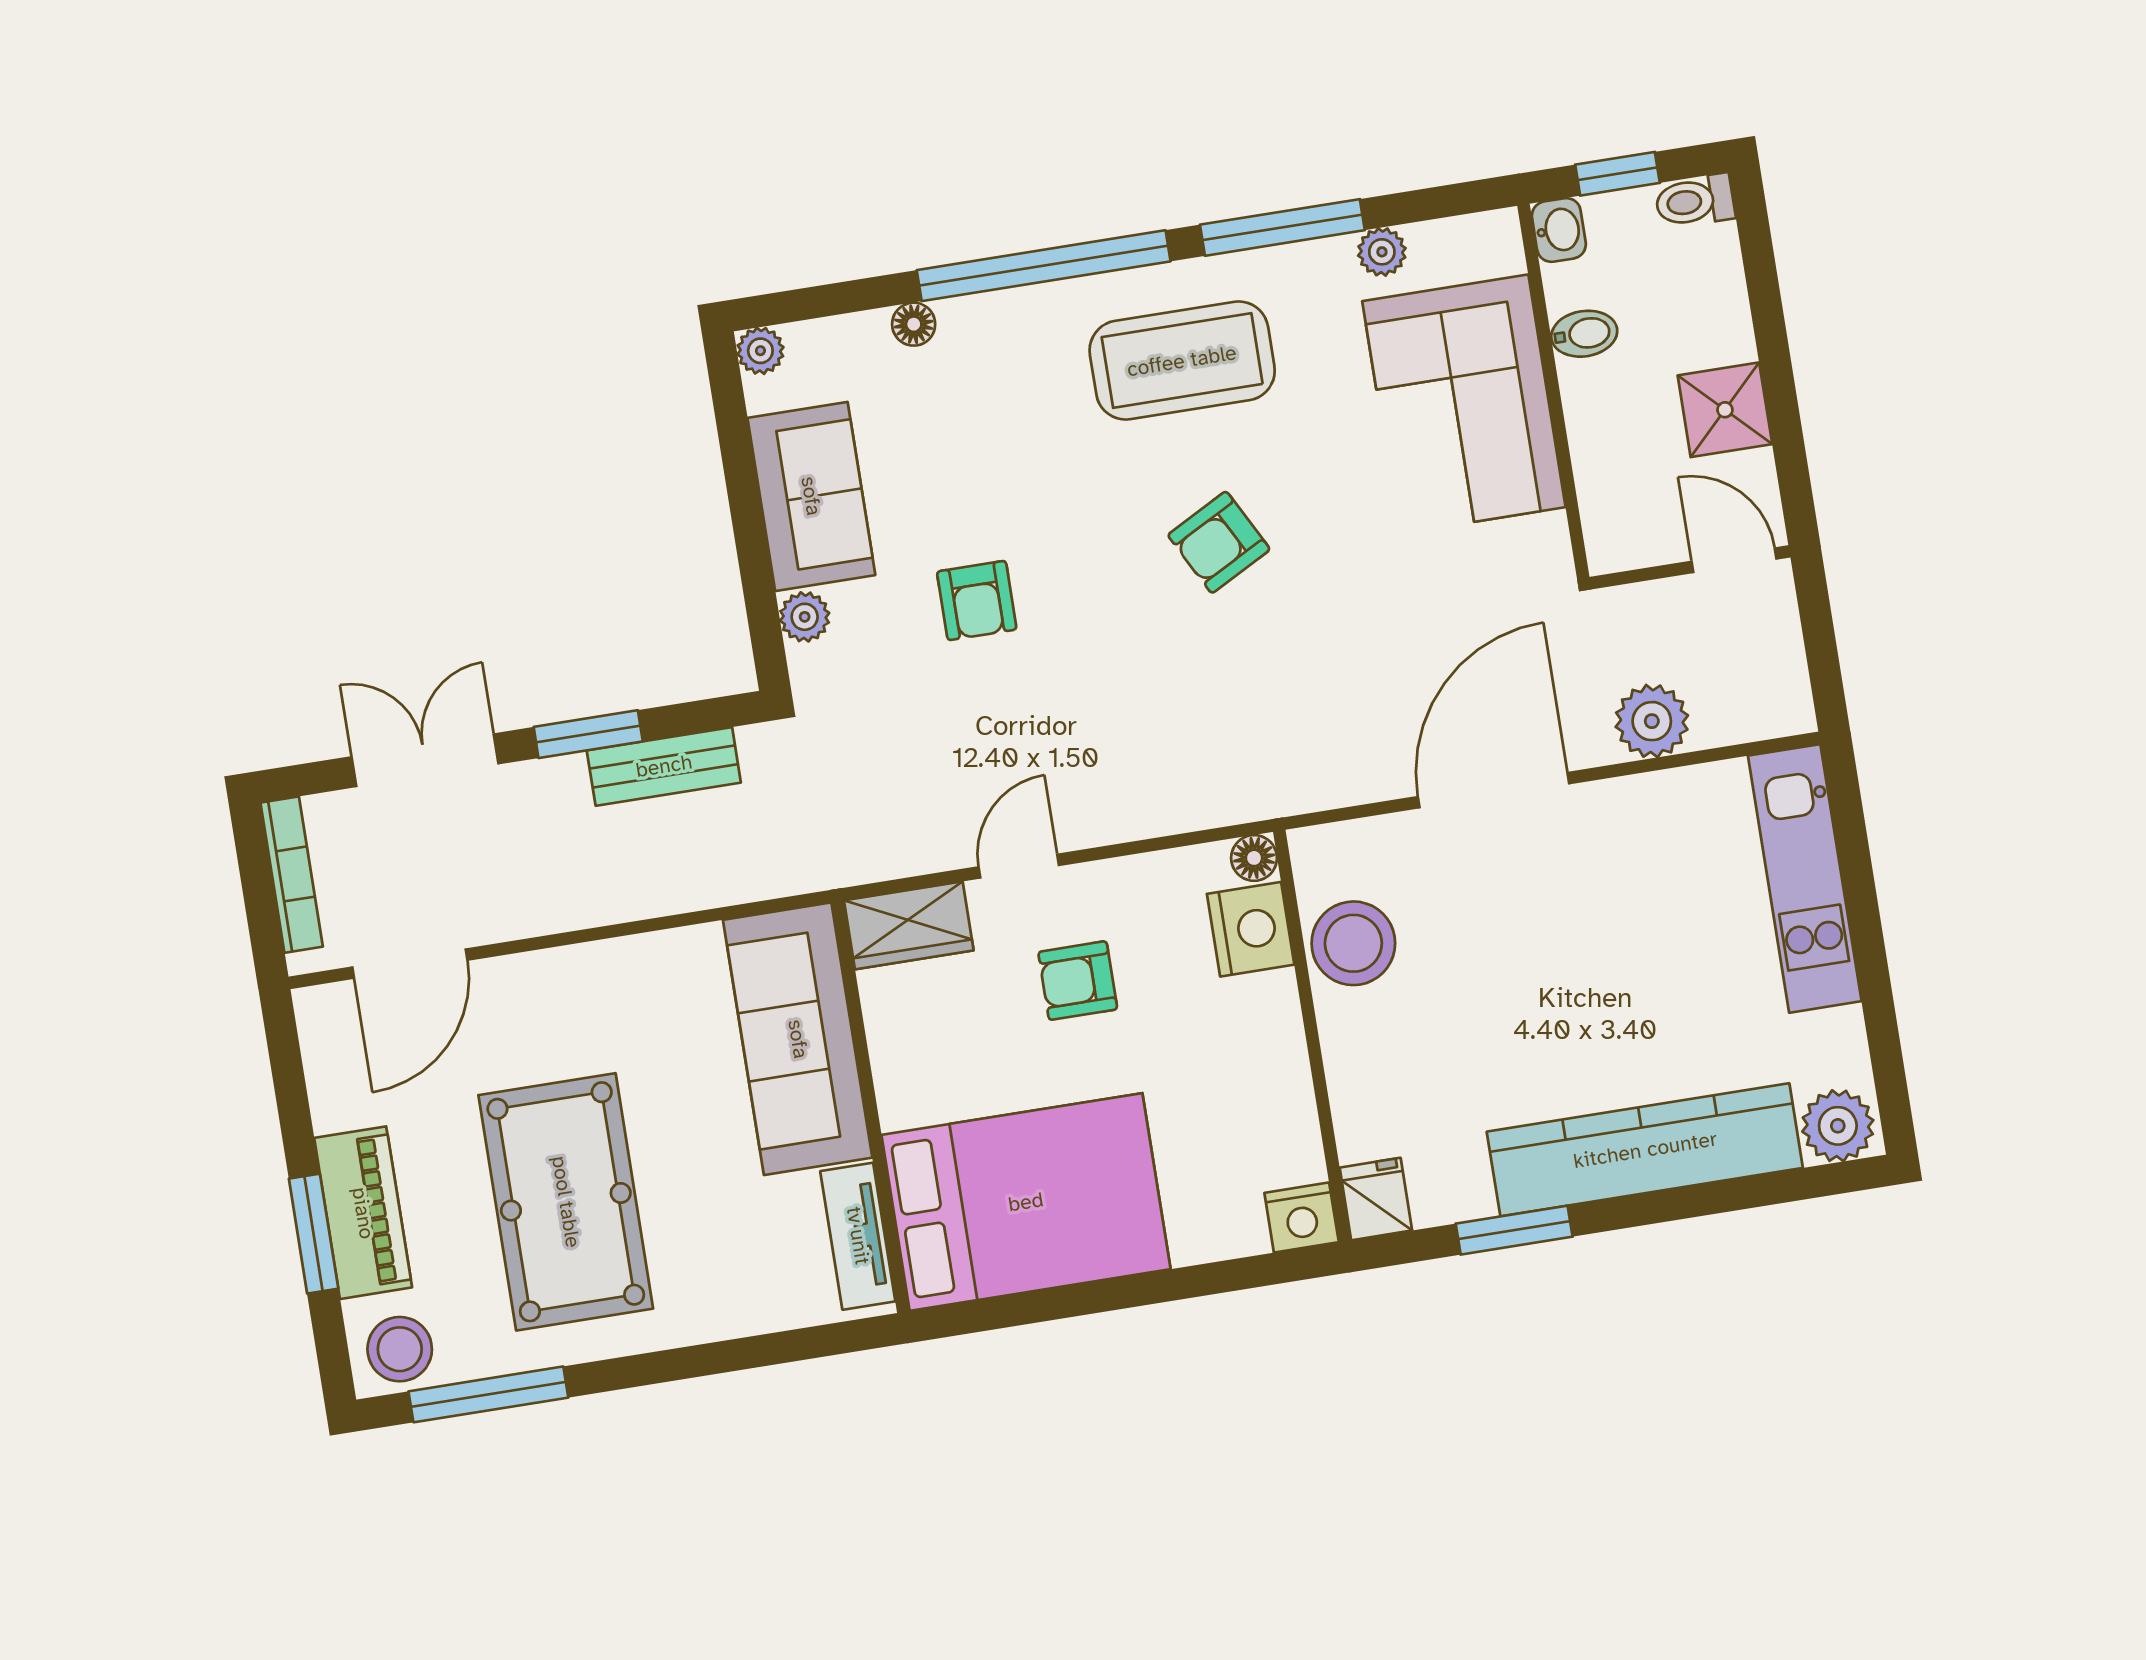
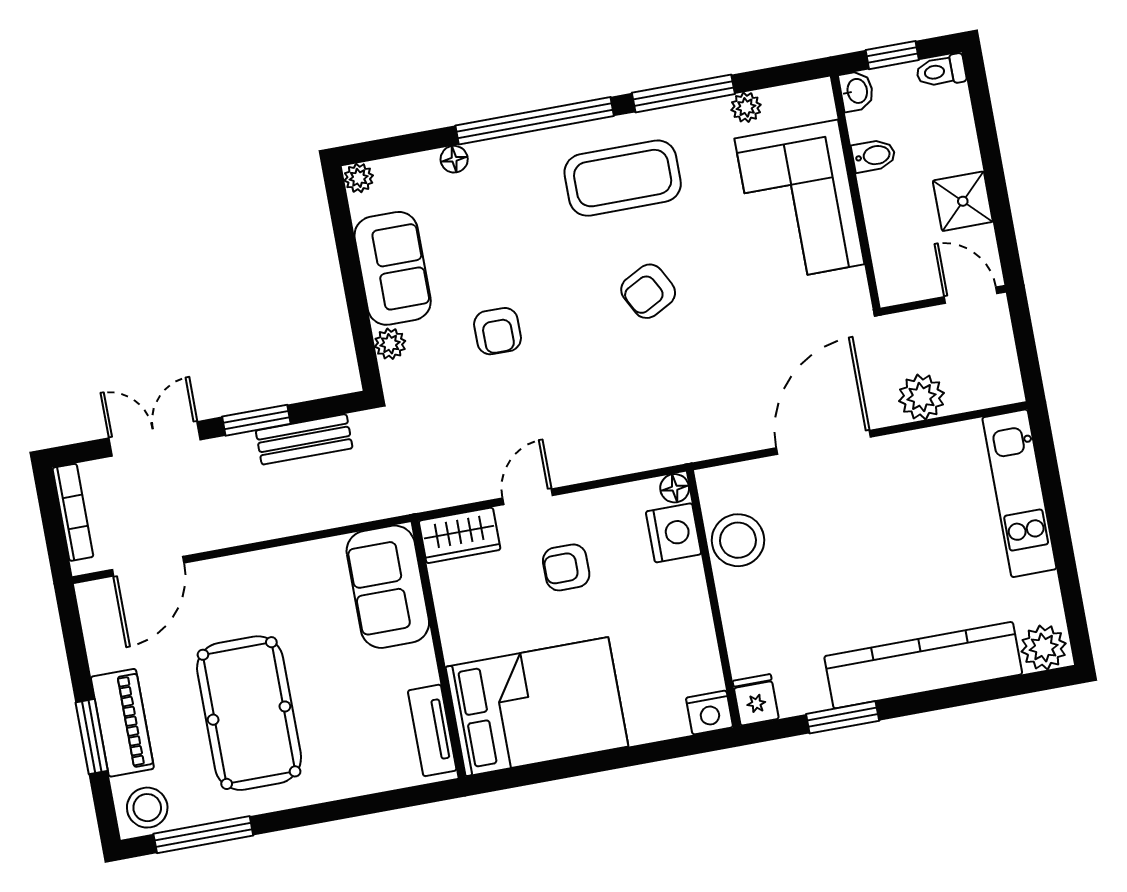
sofa: (798, 1039) -> (388, 587), width x0.73

